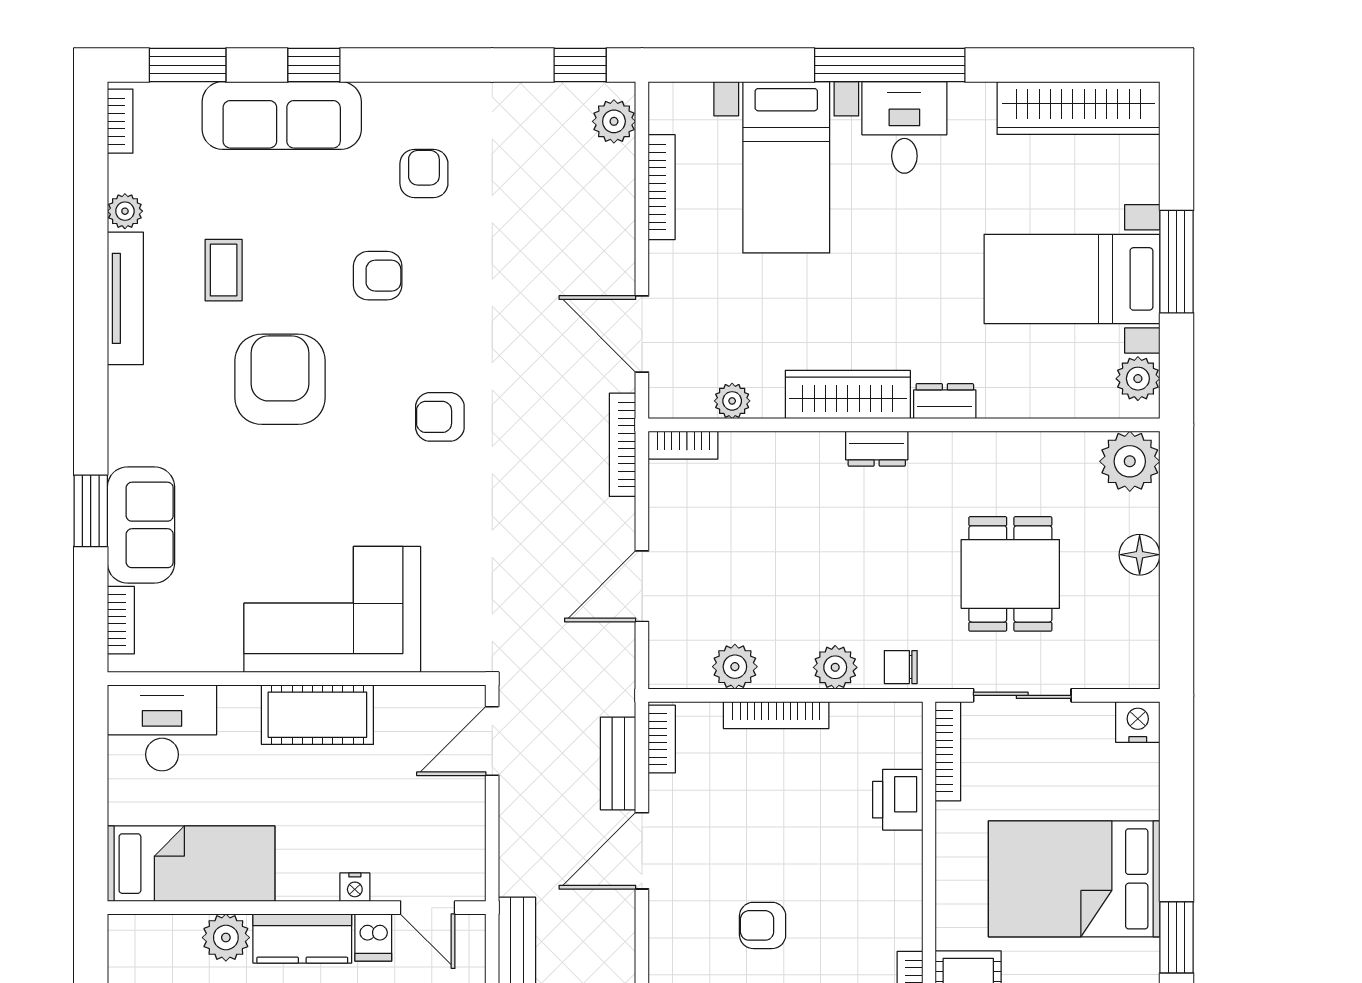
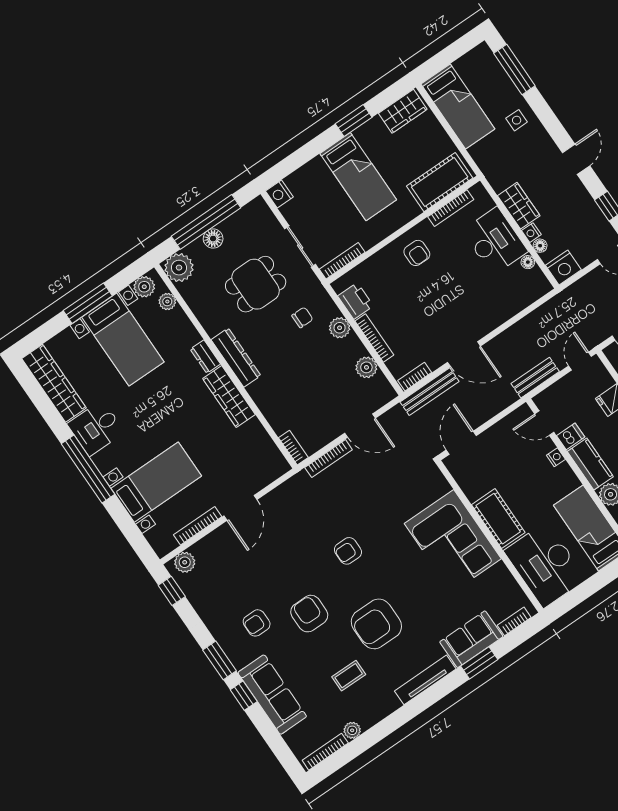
window: (188, 65) -> (219, 660), moved
bookcase: (120, 121) -> (325, 752), width x1.56
desk: (904, 127) -> (96, 428), moved
armchair: (378, 276) -> (309, 614), width x1.38, depth x1.38
tv unit: (125, 298) -> (425, 680), moved
door: (642, 334) -> (240, 508), moved
plant: (732, 401) -> (167, 302), moved
armchair: (440, 417) -> (348, 551), turned 90
bookcase: (622, 445) -> (329, 459), moved
dresser: (877, 449) -> (236, 358), width x1.96, depth x1.24
window: (1177, 562) -> (206, 222), added
chair: (901, 667) -> (302, 317), moved, turned -90
desk: (162, 728) -> (545, 565), width x1.36, depth x1.30
door: (492, 741) -> (461, 443), swing flipped
bench: (618, 764) -> (430, 392), width x1.36
printer: (898, 800) -> (356, 301), moved, turned -90
bed: (1074, 879) -> (358, 177), width x0.67
door: (428, 908) -> (544, 423), swing flipped
armchair: (763, 925) -> (417, 253), moved

